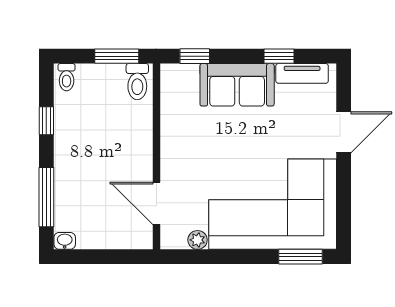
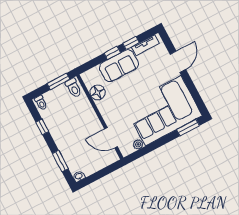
window: (195, 56) -> (112, 53), moved
floor lamp: (175, 112) -> (98, 92), added
window: (46, 197) -> (60, 161), width x0.69

